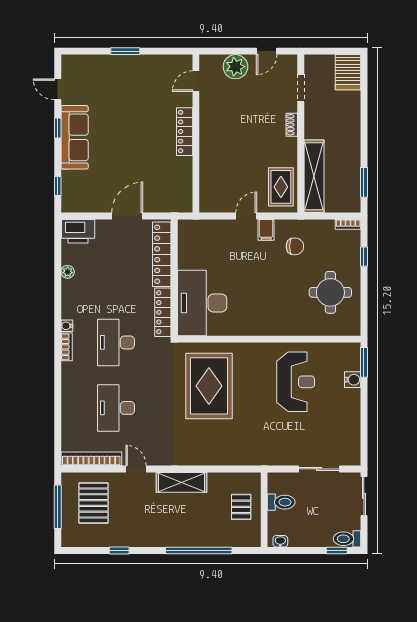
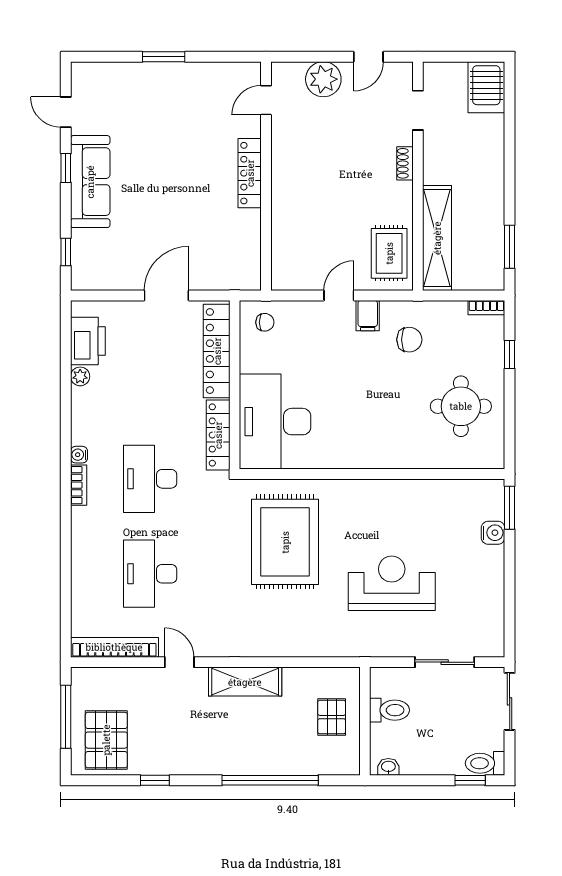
printer: (78, 231) -> (88, 341), moved, turned -90
chair: (195, 234) -> (265, 322), added
reception desk: (296, 382) -> (392, 583), moved, turned -90
pallet: (93, 503) -> (106, 740), moved

